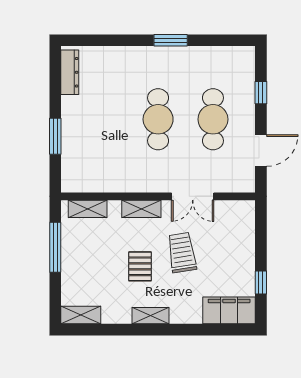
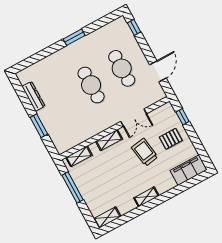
dresser: (70, 72) -> (33, 96), moved
window: (261, 93) -> (134, 27), moved
pallet: (140, 266) -> (171, 139), moved, turned 90
window: (261, 282) -> (183, 117), moved

